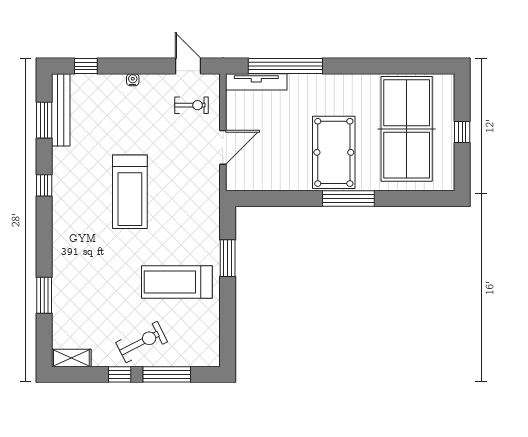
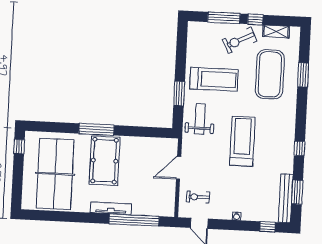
tv unit: (256, 82) -> (111, 208), moved
window: (462, 132) -> (19, 147), moved
weight bench: (195, 222) -> (200, 119), added
exercise mat: (94, 294) -> (270, 74), added
shelving: (71, 358) -> (276, 31), moved

